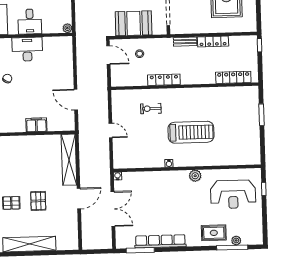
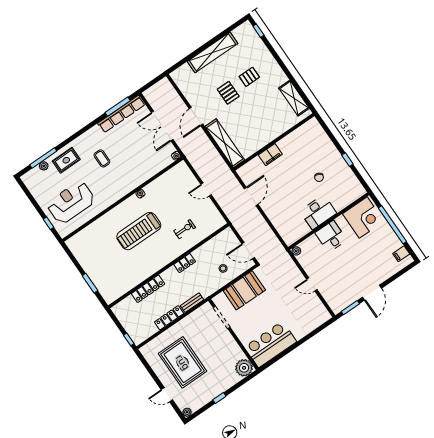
locker: (233, 77) -> (148, 289), moved
locker: (164, 80) -> (185, 263), width x0.66
door: (76, 100) -> (251, 196), hinge flipped
plant: (195, 176) -> (112, 197), removed
coffee table: (182, 215) -> (102, 158), added
row of seats: (160, 241) -> (121, 114), moved

